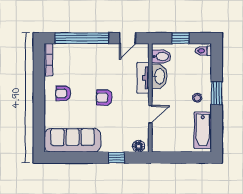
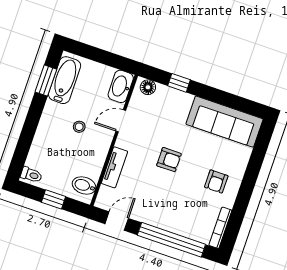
washbasin: (159, 76) -> (121, 86), moved
armchair: (63, 93) -> (216, 181), turned 90
window: (217, 93) -> (46, 81), moved
stool: (197, 98) -> (79, 127), moved

